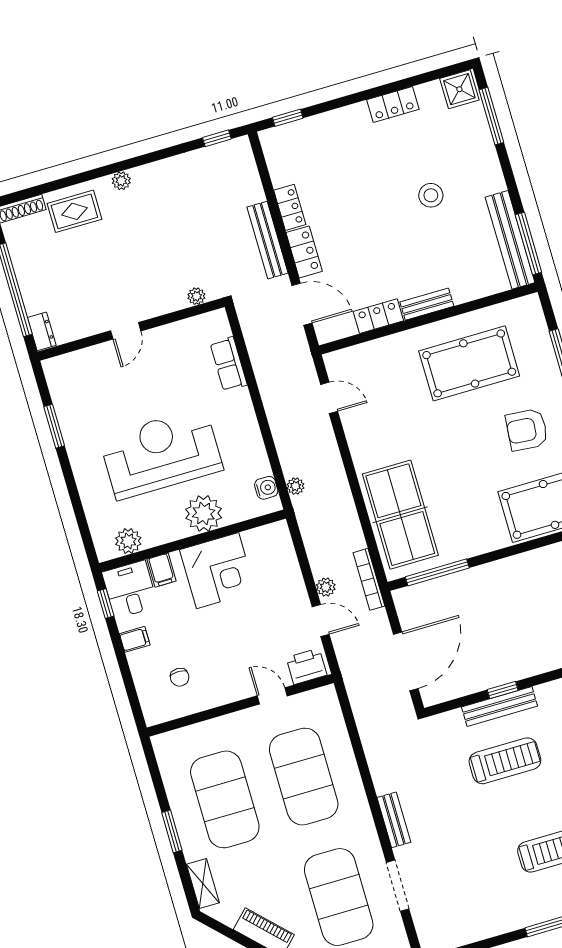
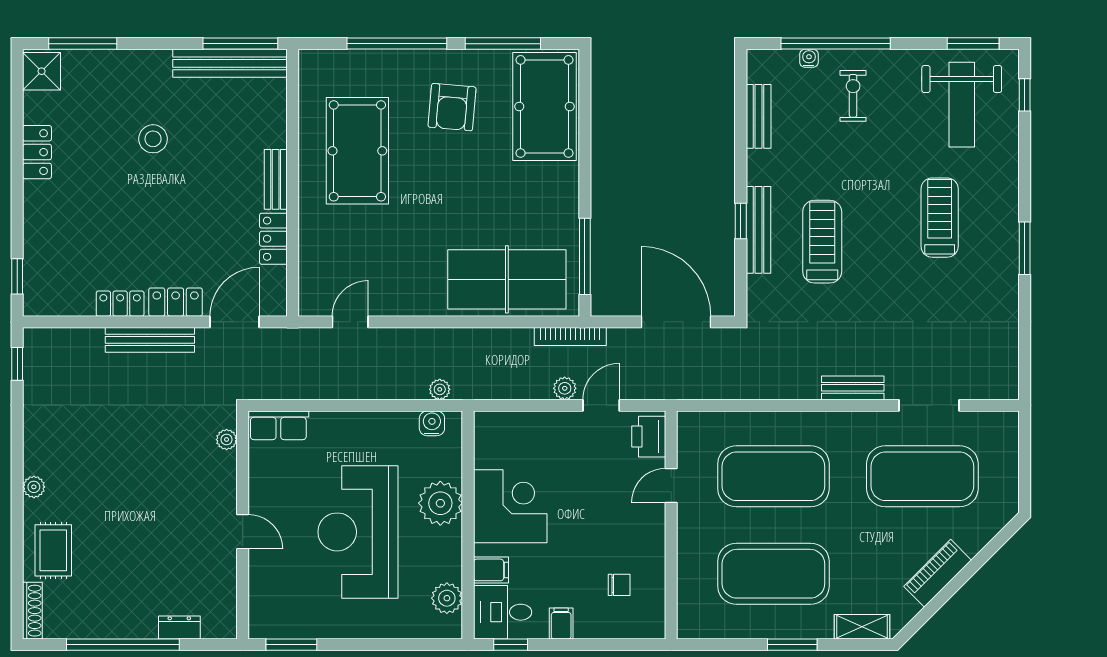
plant: (196, 296) -> (227, 440), moved
wall: (131, 329) -> (243, 525), moved
door: (126, 331) -> (243, 532), moved

